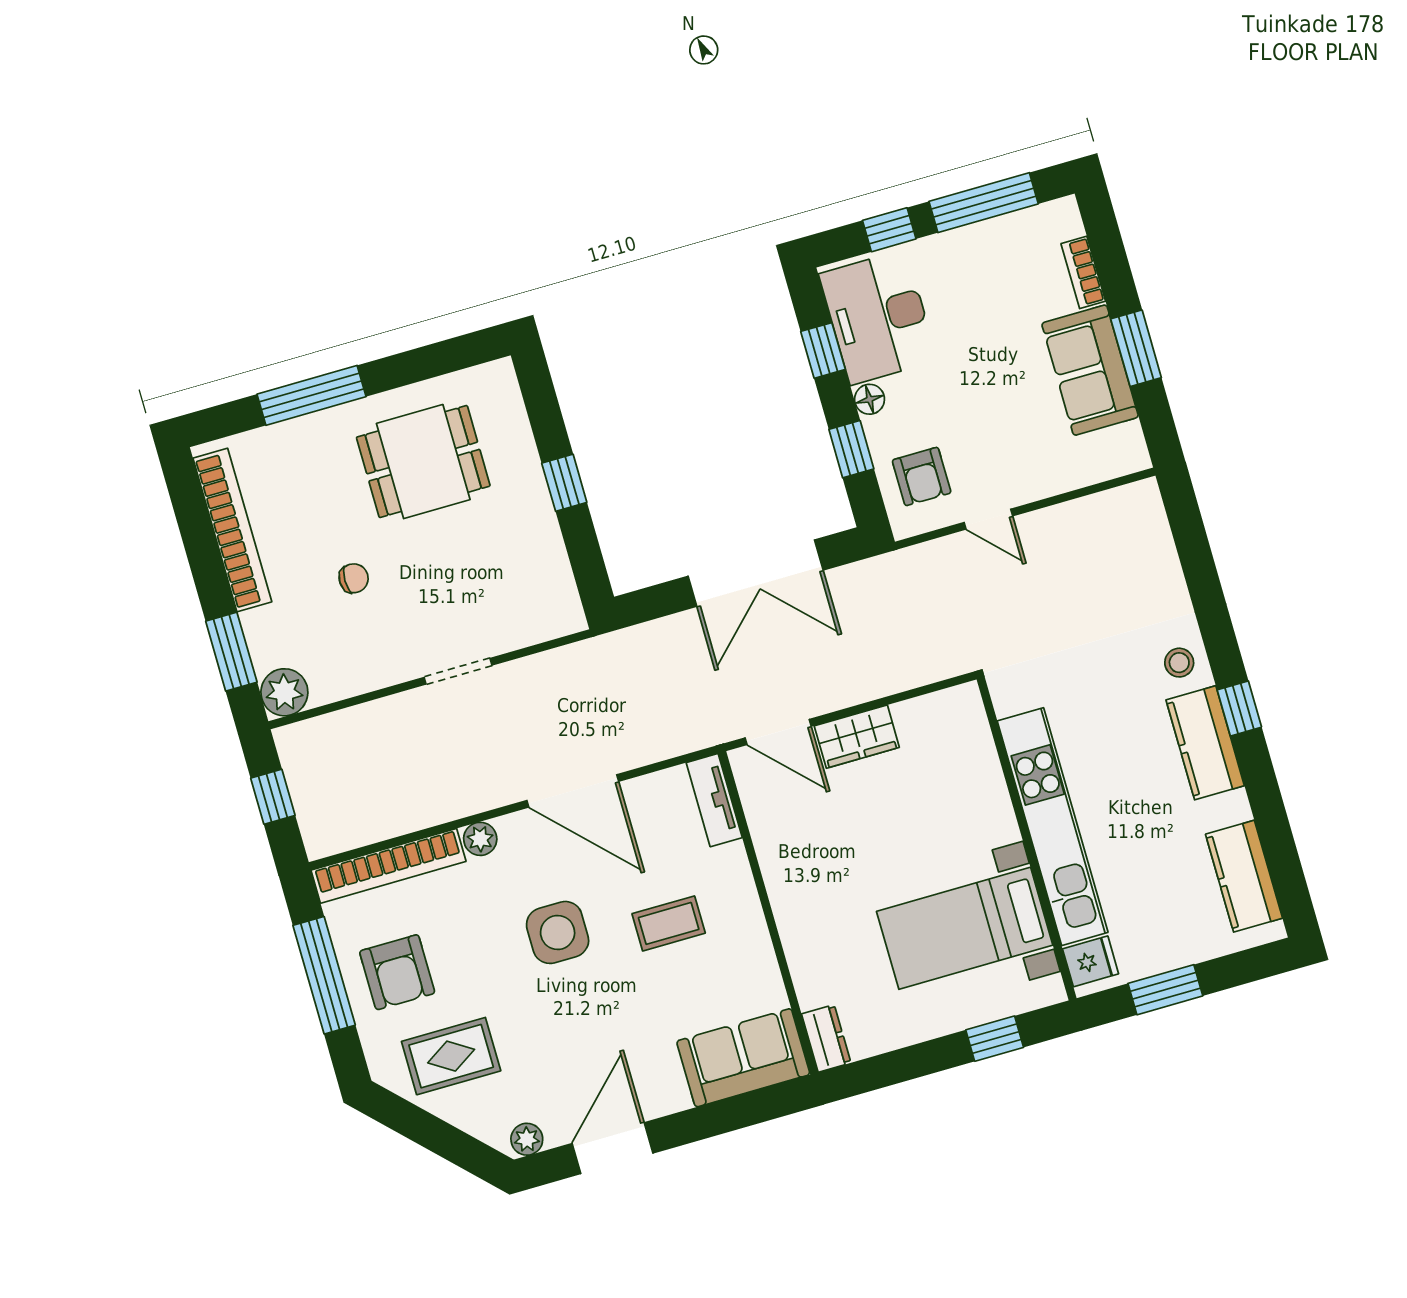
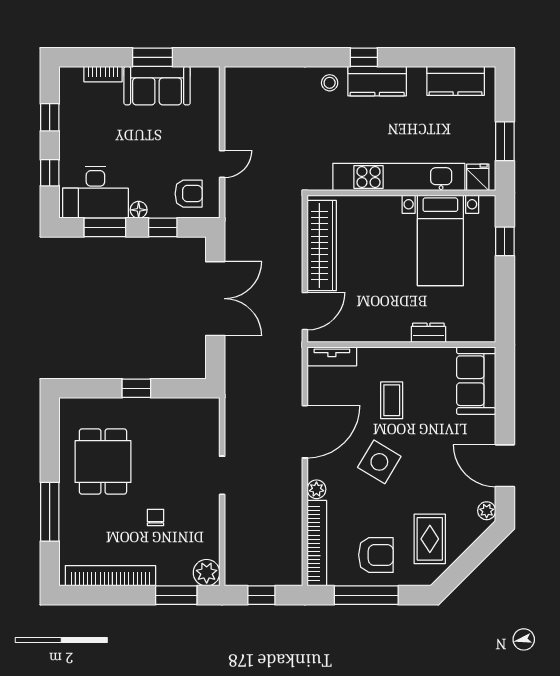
window: (984, 203) -> (50, 117), width x0.46
window: (823, 350) -> (105, 227), width x1.50
wardrobe: (857, 737) -> (322, 246), width x2.10, depth x1.17
side table: (558, 932) -> (379, 462), turned 31
dresser: (826, 1038) -> (428, 333), moved

